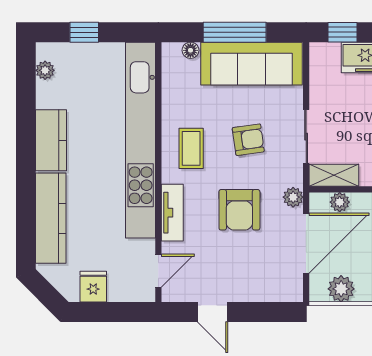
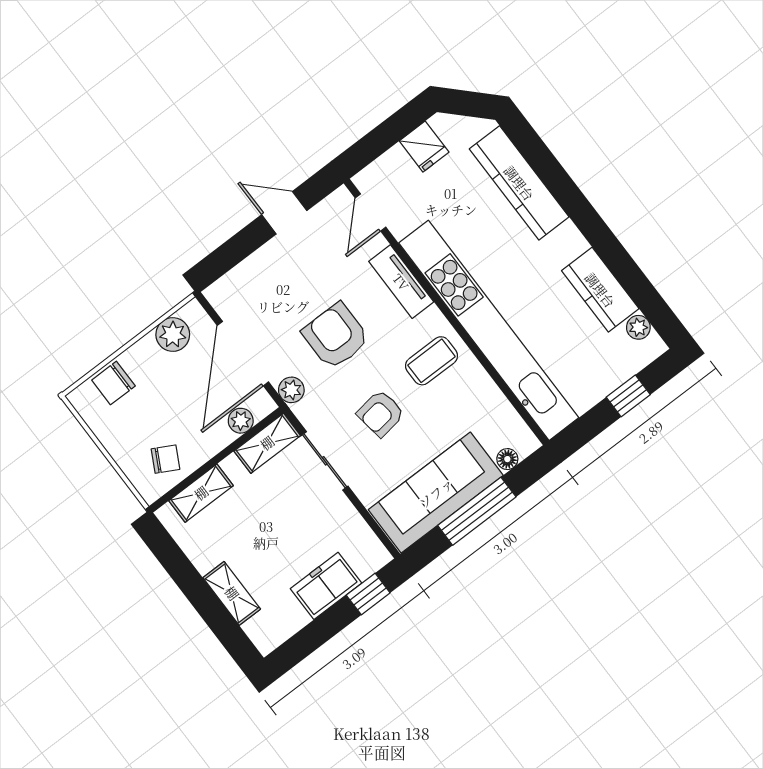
kitchen counter: (51, 140) -> (600, 290), moved
coffee table: (191, 148) -> (431, 361), turned 90

